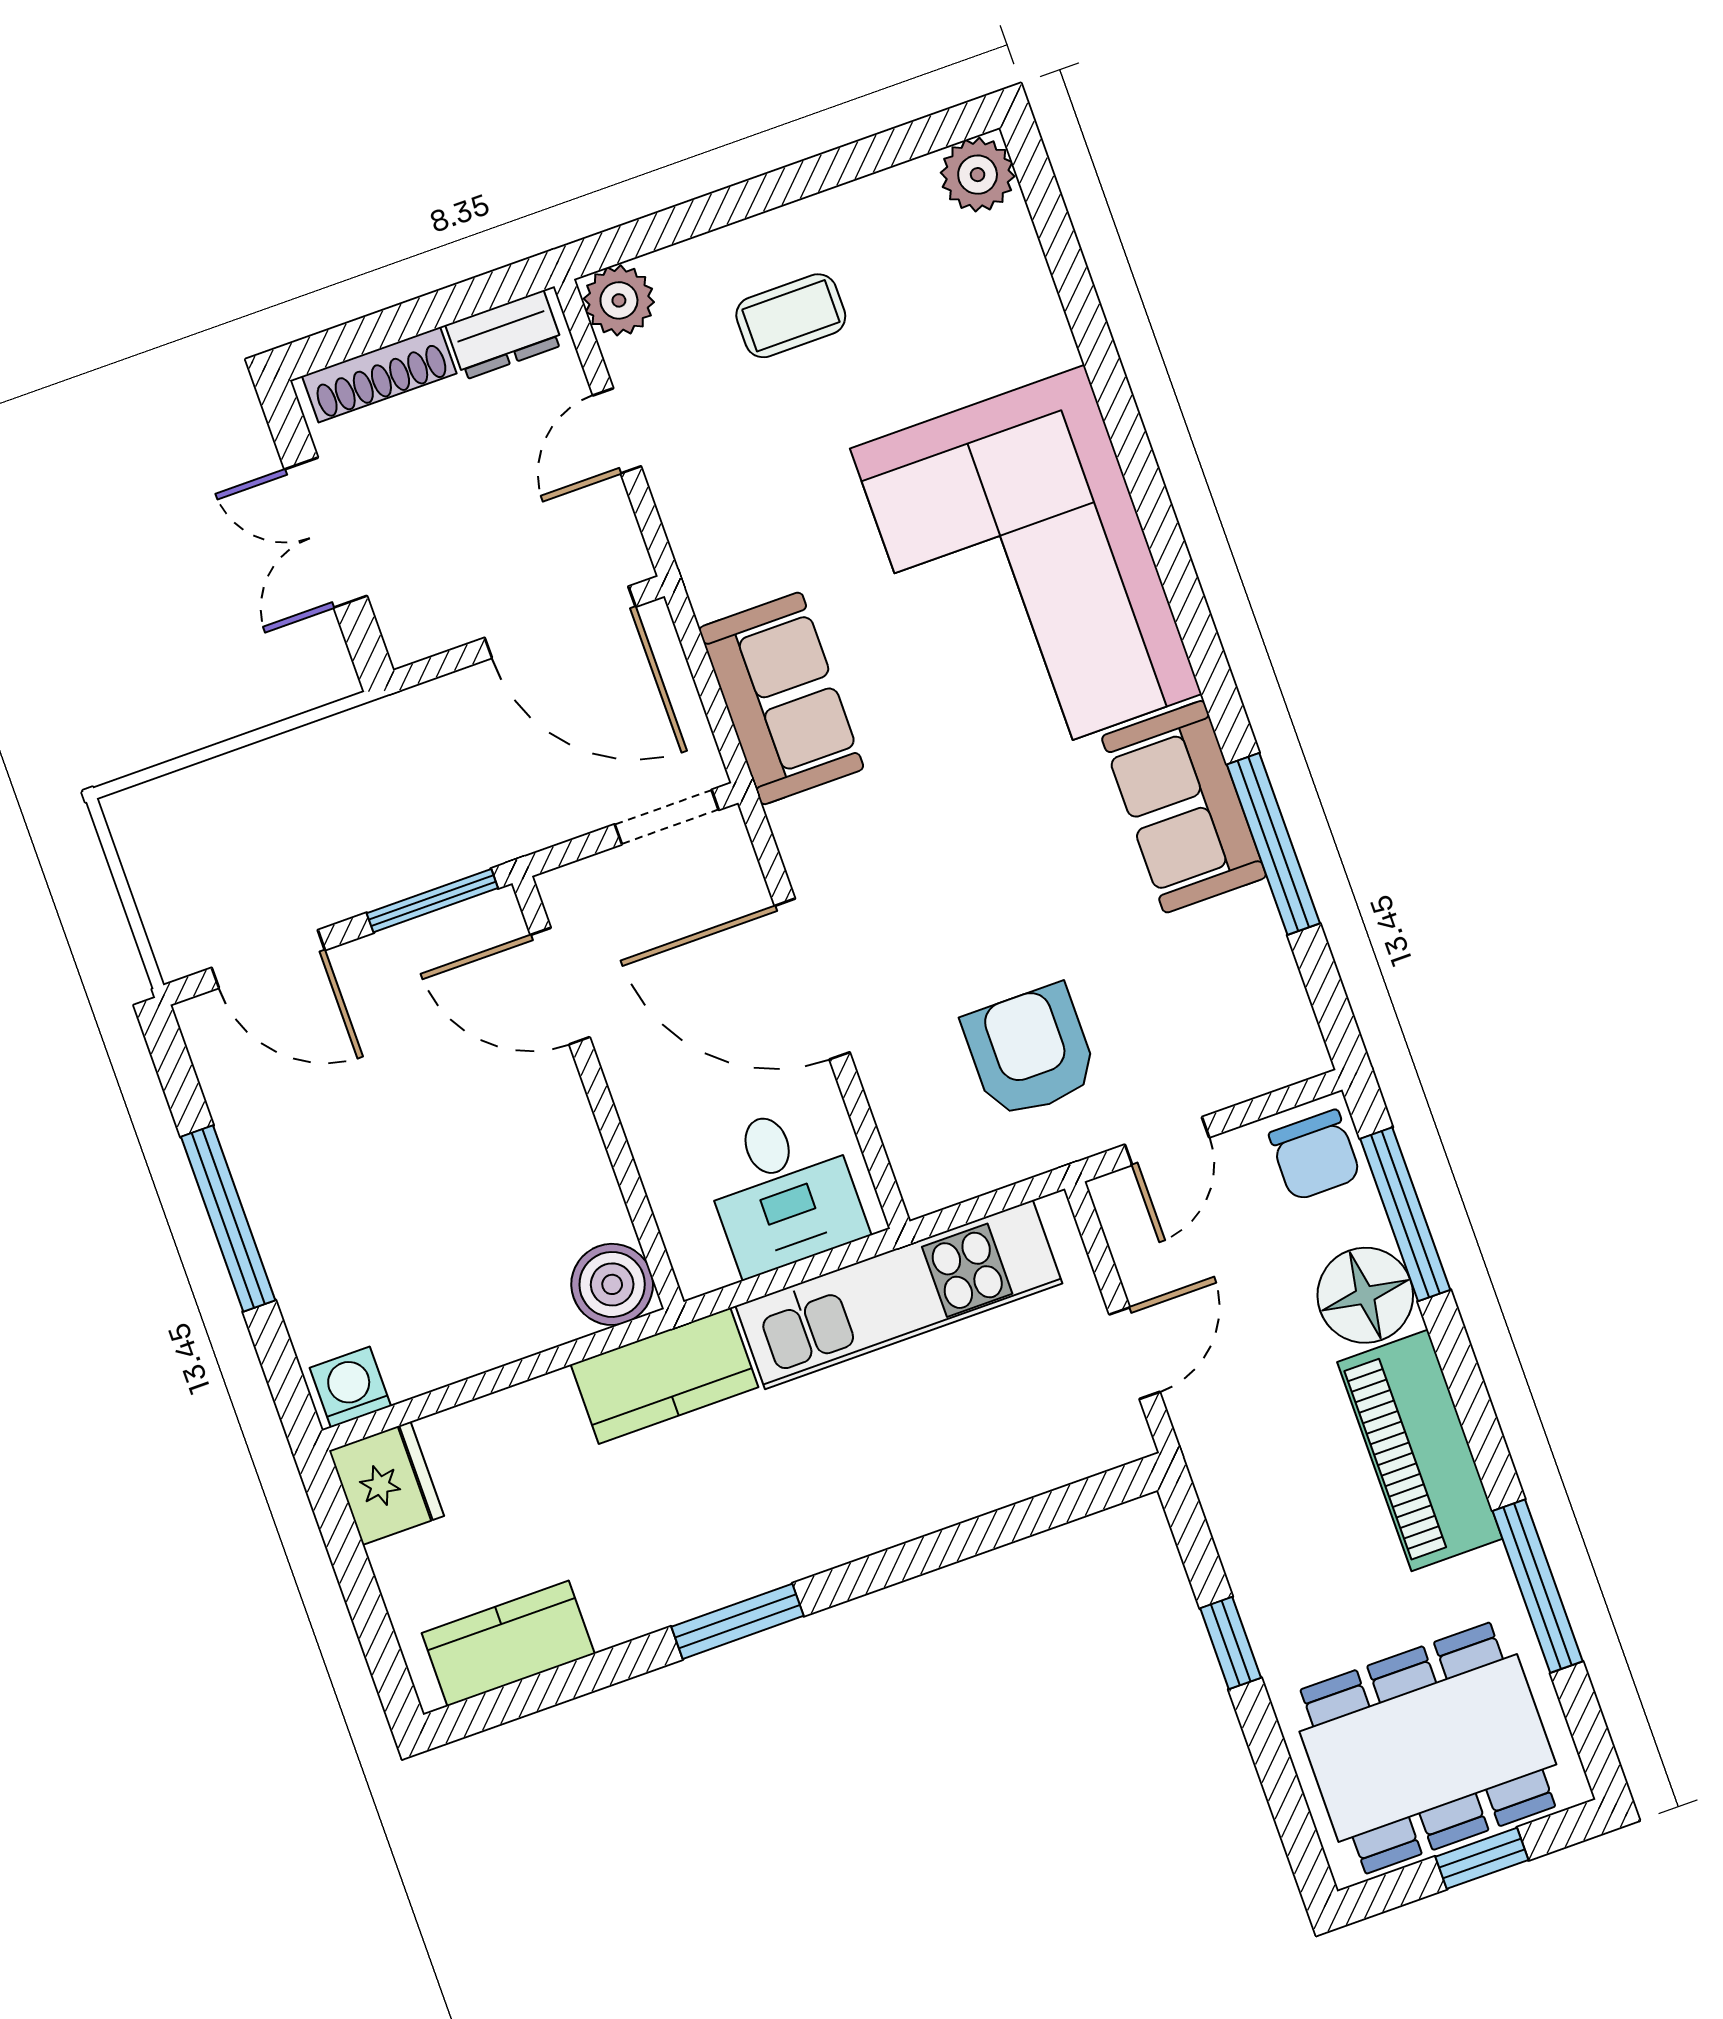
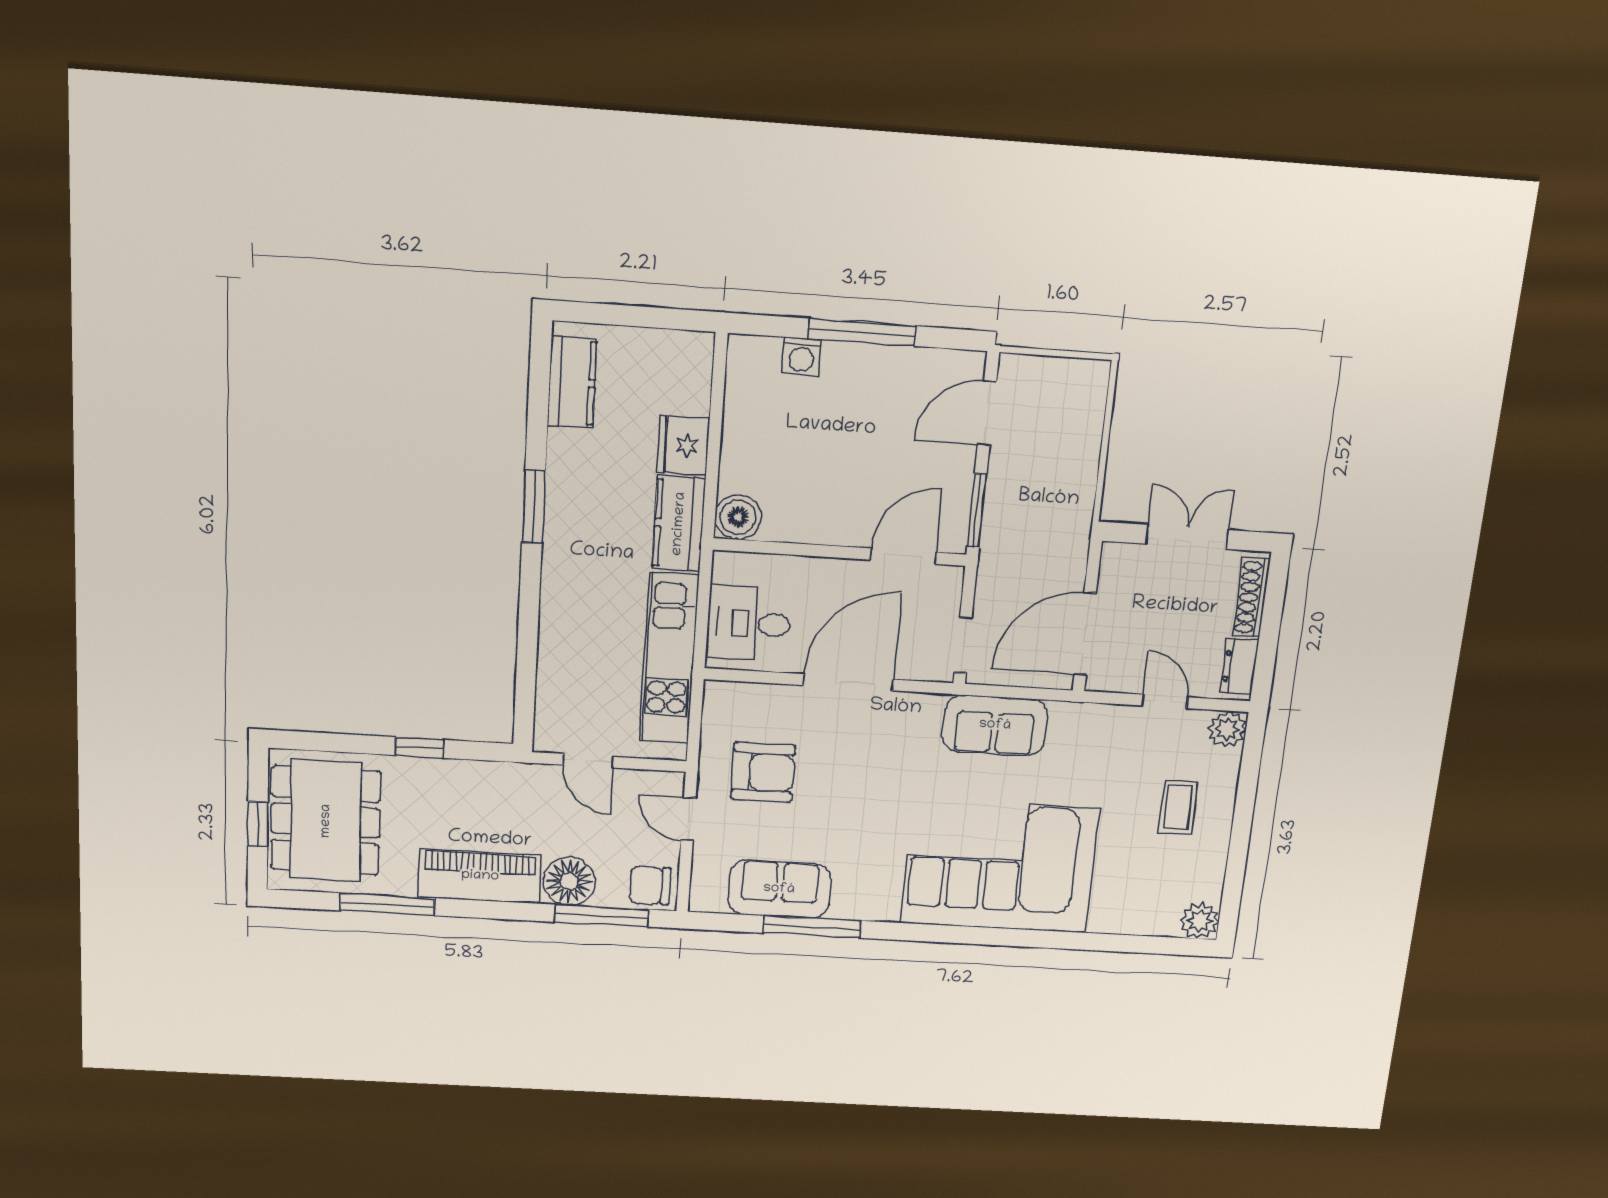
sofa: (1184, 807) -> (779, 889), moved
washing machine: (350, 1387) -> (801, 357), moved, turned 90
fridge: (387, 1483) -> (683, 445), moved, turned 90

